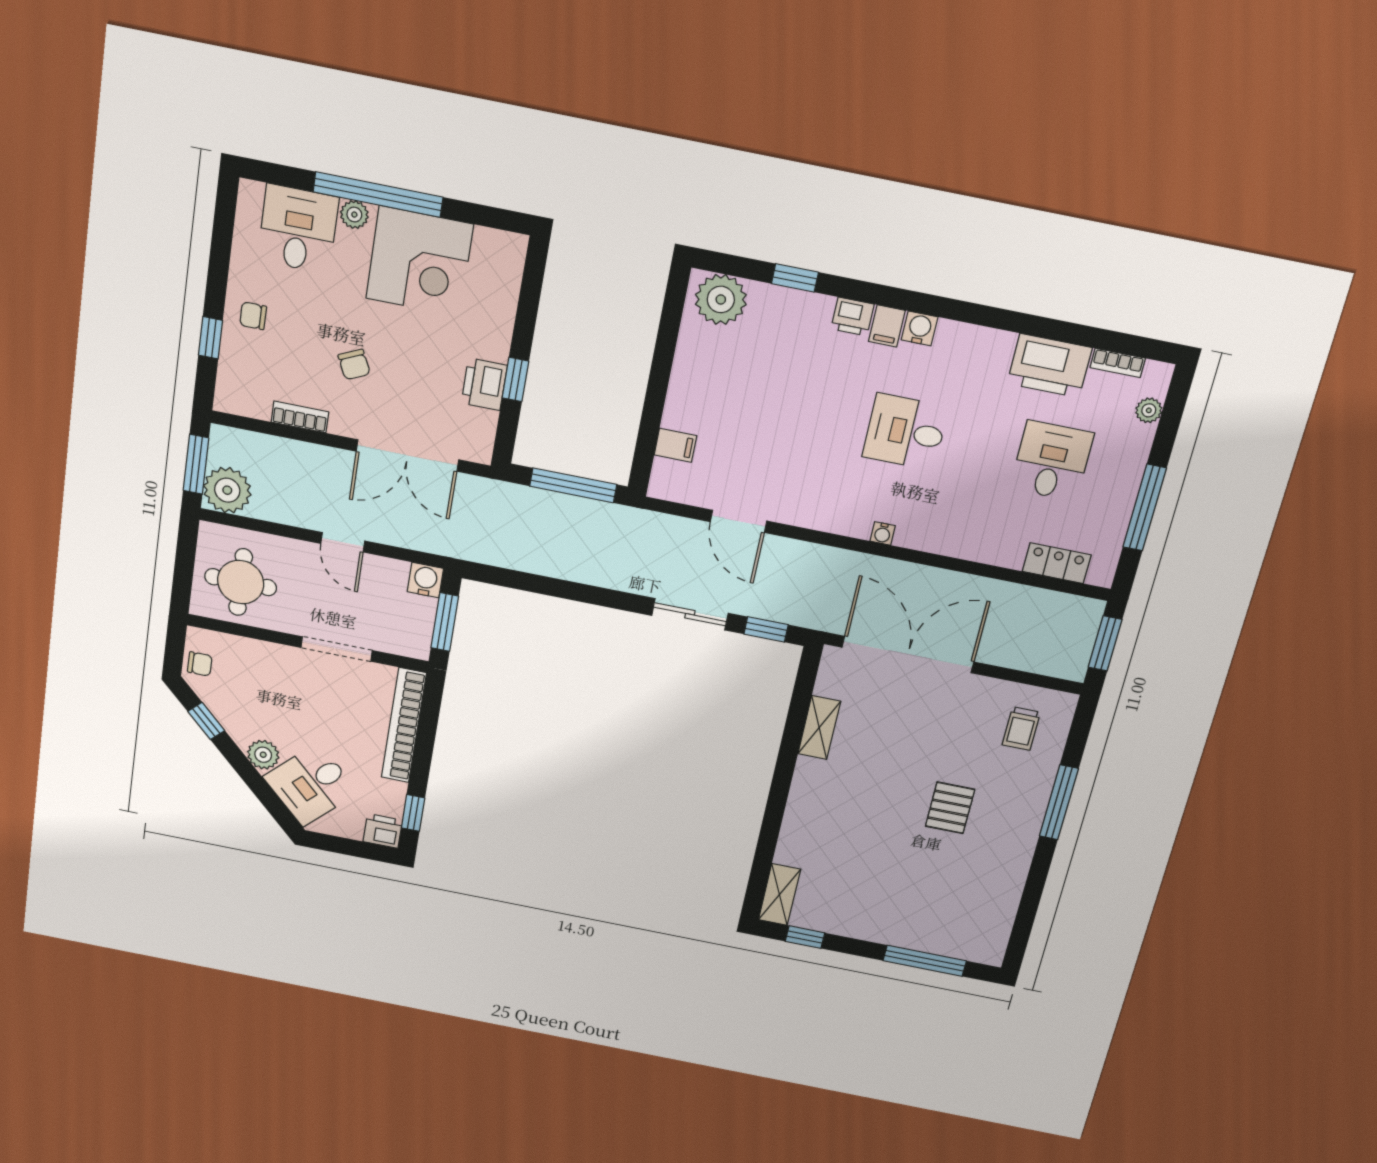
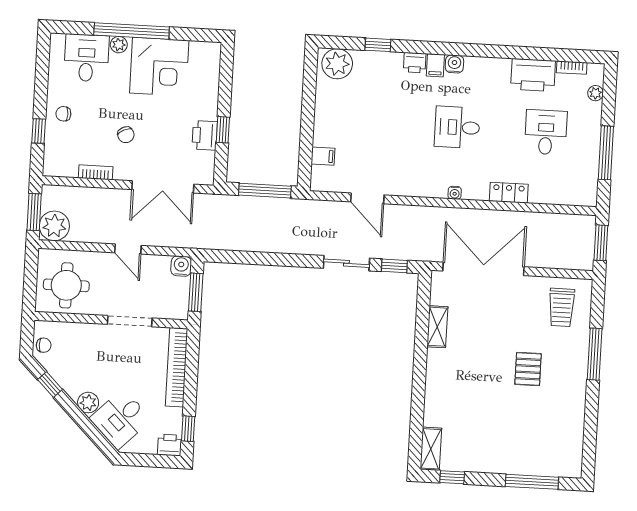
locker: (1057, 563) -> (509, 193), moved
trolley: (1021, 729) -> (562, 307), width x1.36, depth x1.39

